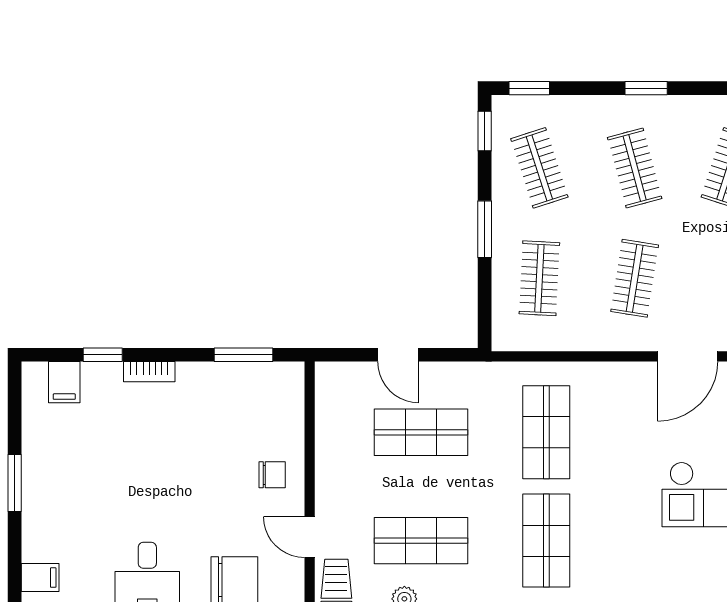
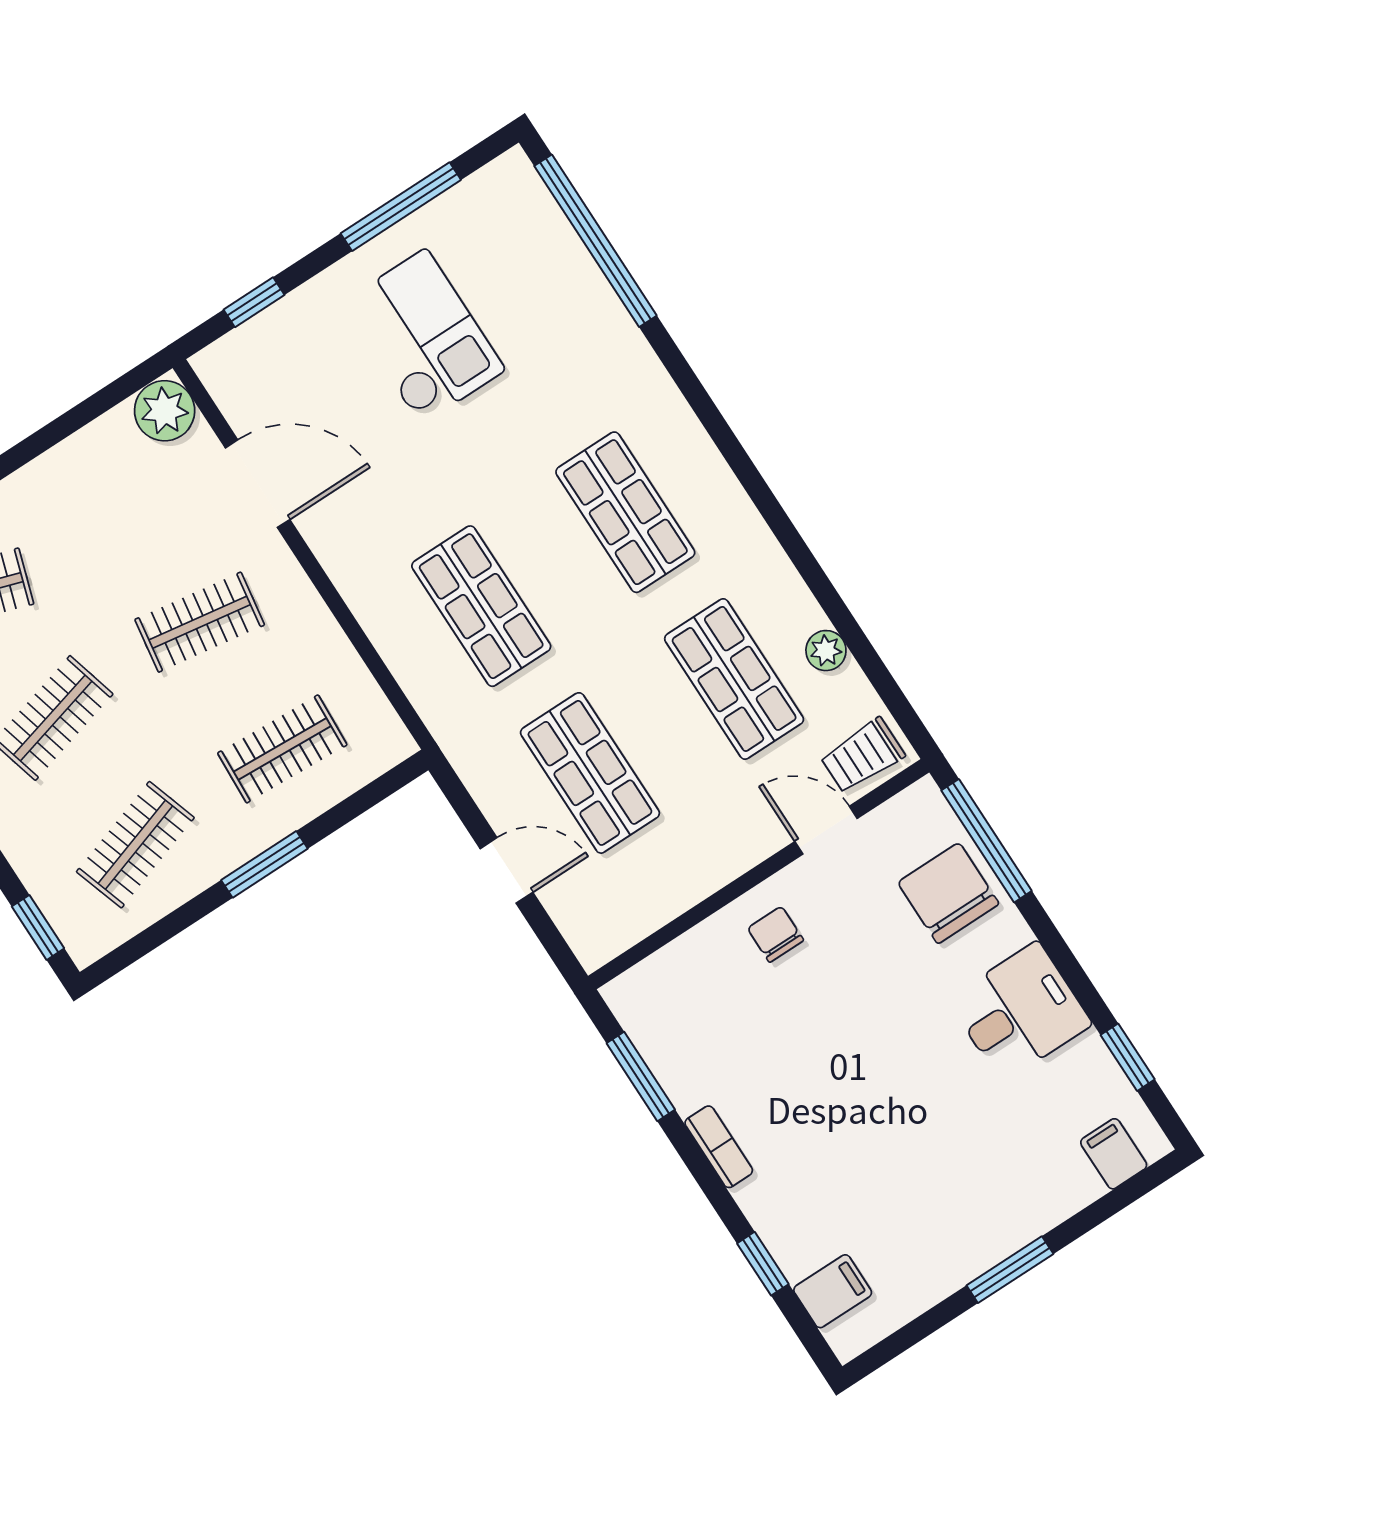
window: (485, 131) -> (134, 950), removed
door: (398, 355) -> (507, 870), hinge flipped
bookcase: (149, 372) -> (719, 1147), moved
shop shelf: (546, 432) -> (481, 606), turned 90
door: (310, 537) -> (826, 830), swing flipped
shop shelf: (546, 541) -> (625, 512), turned 90

